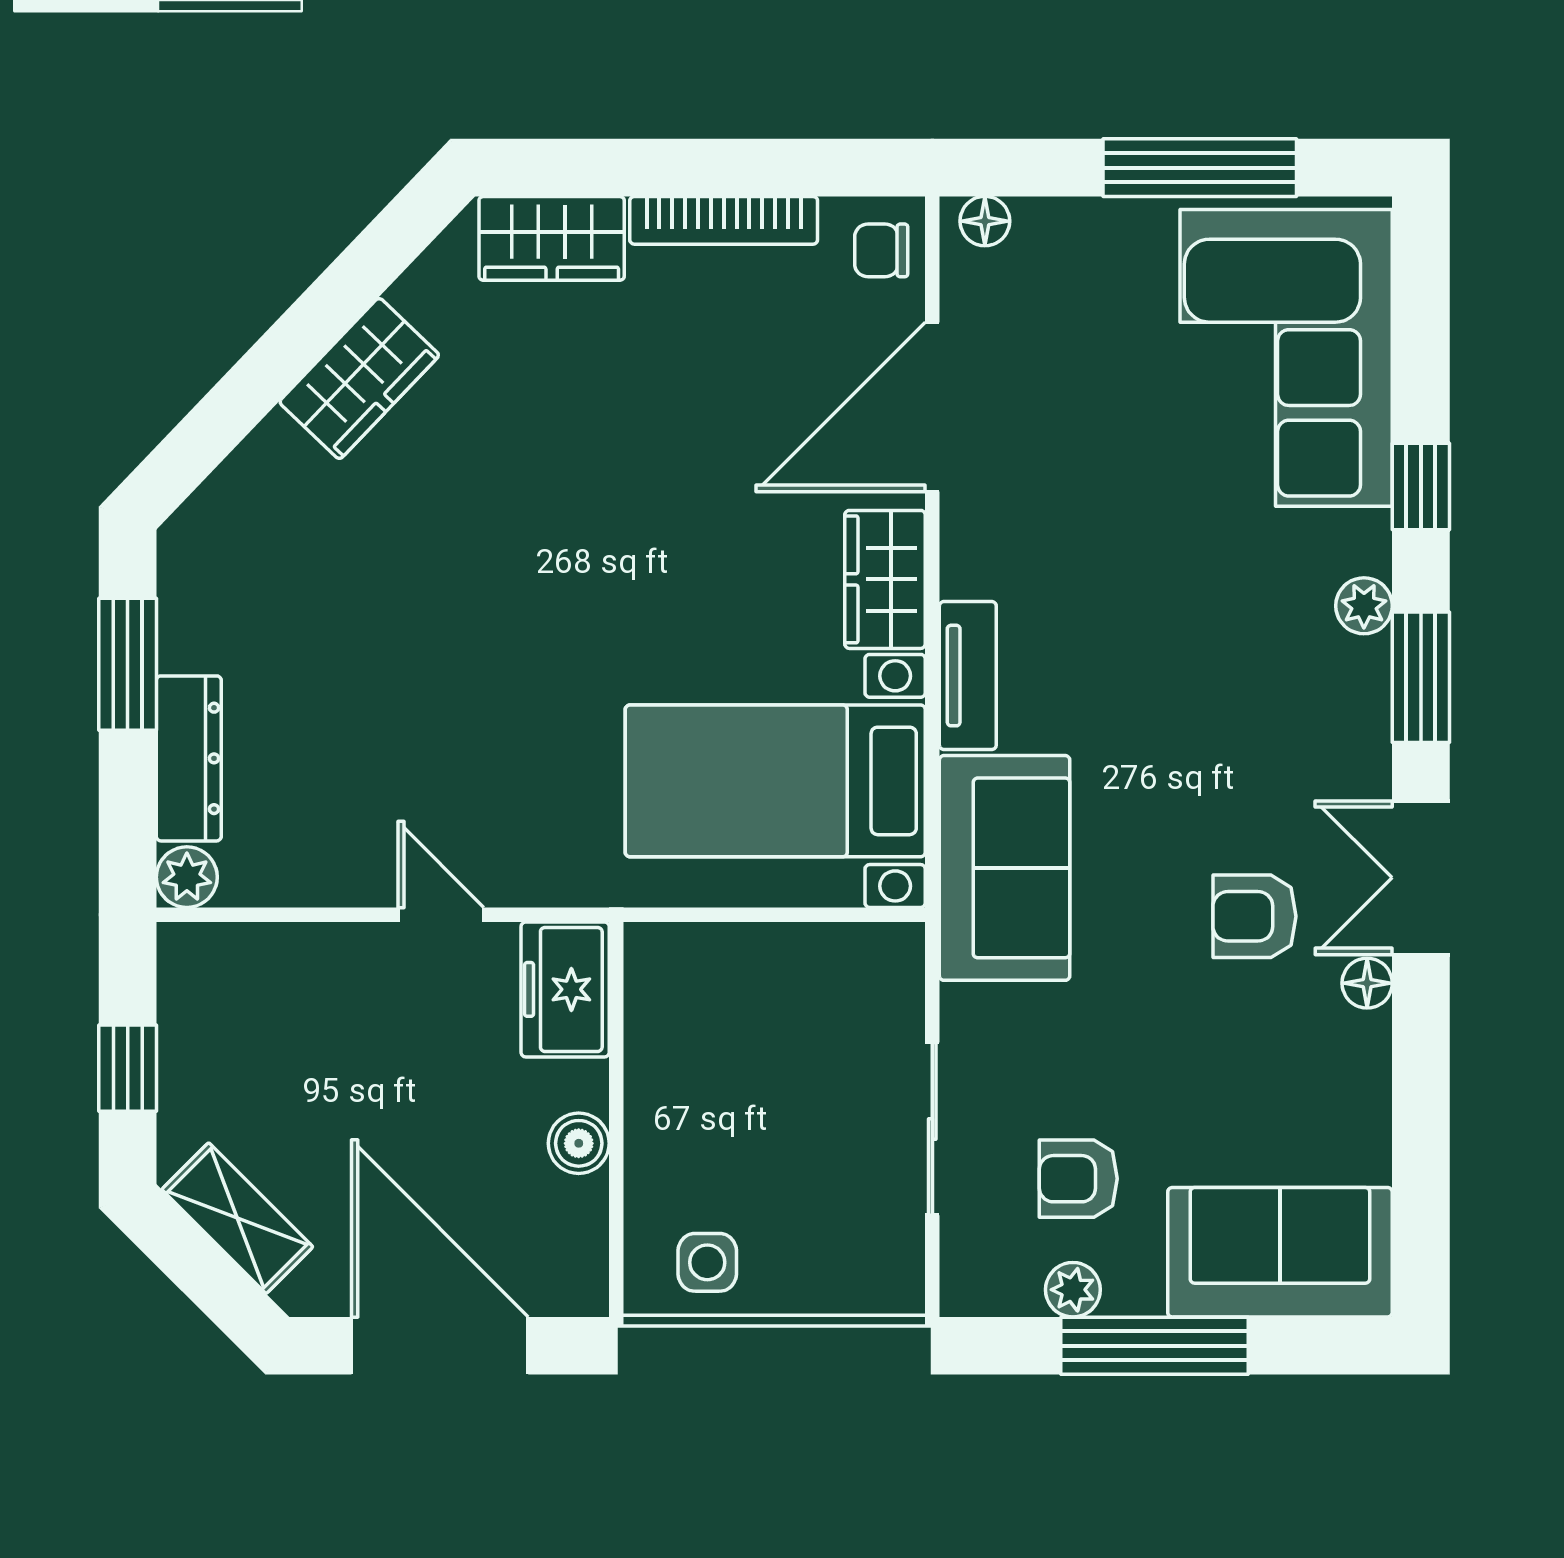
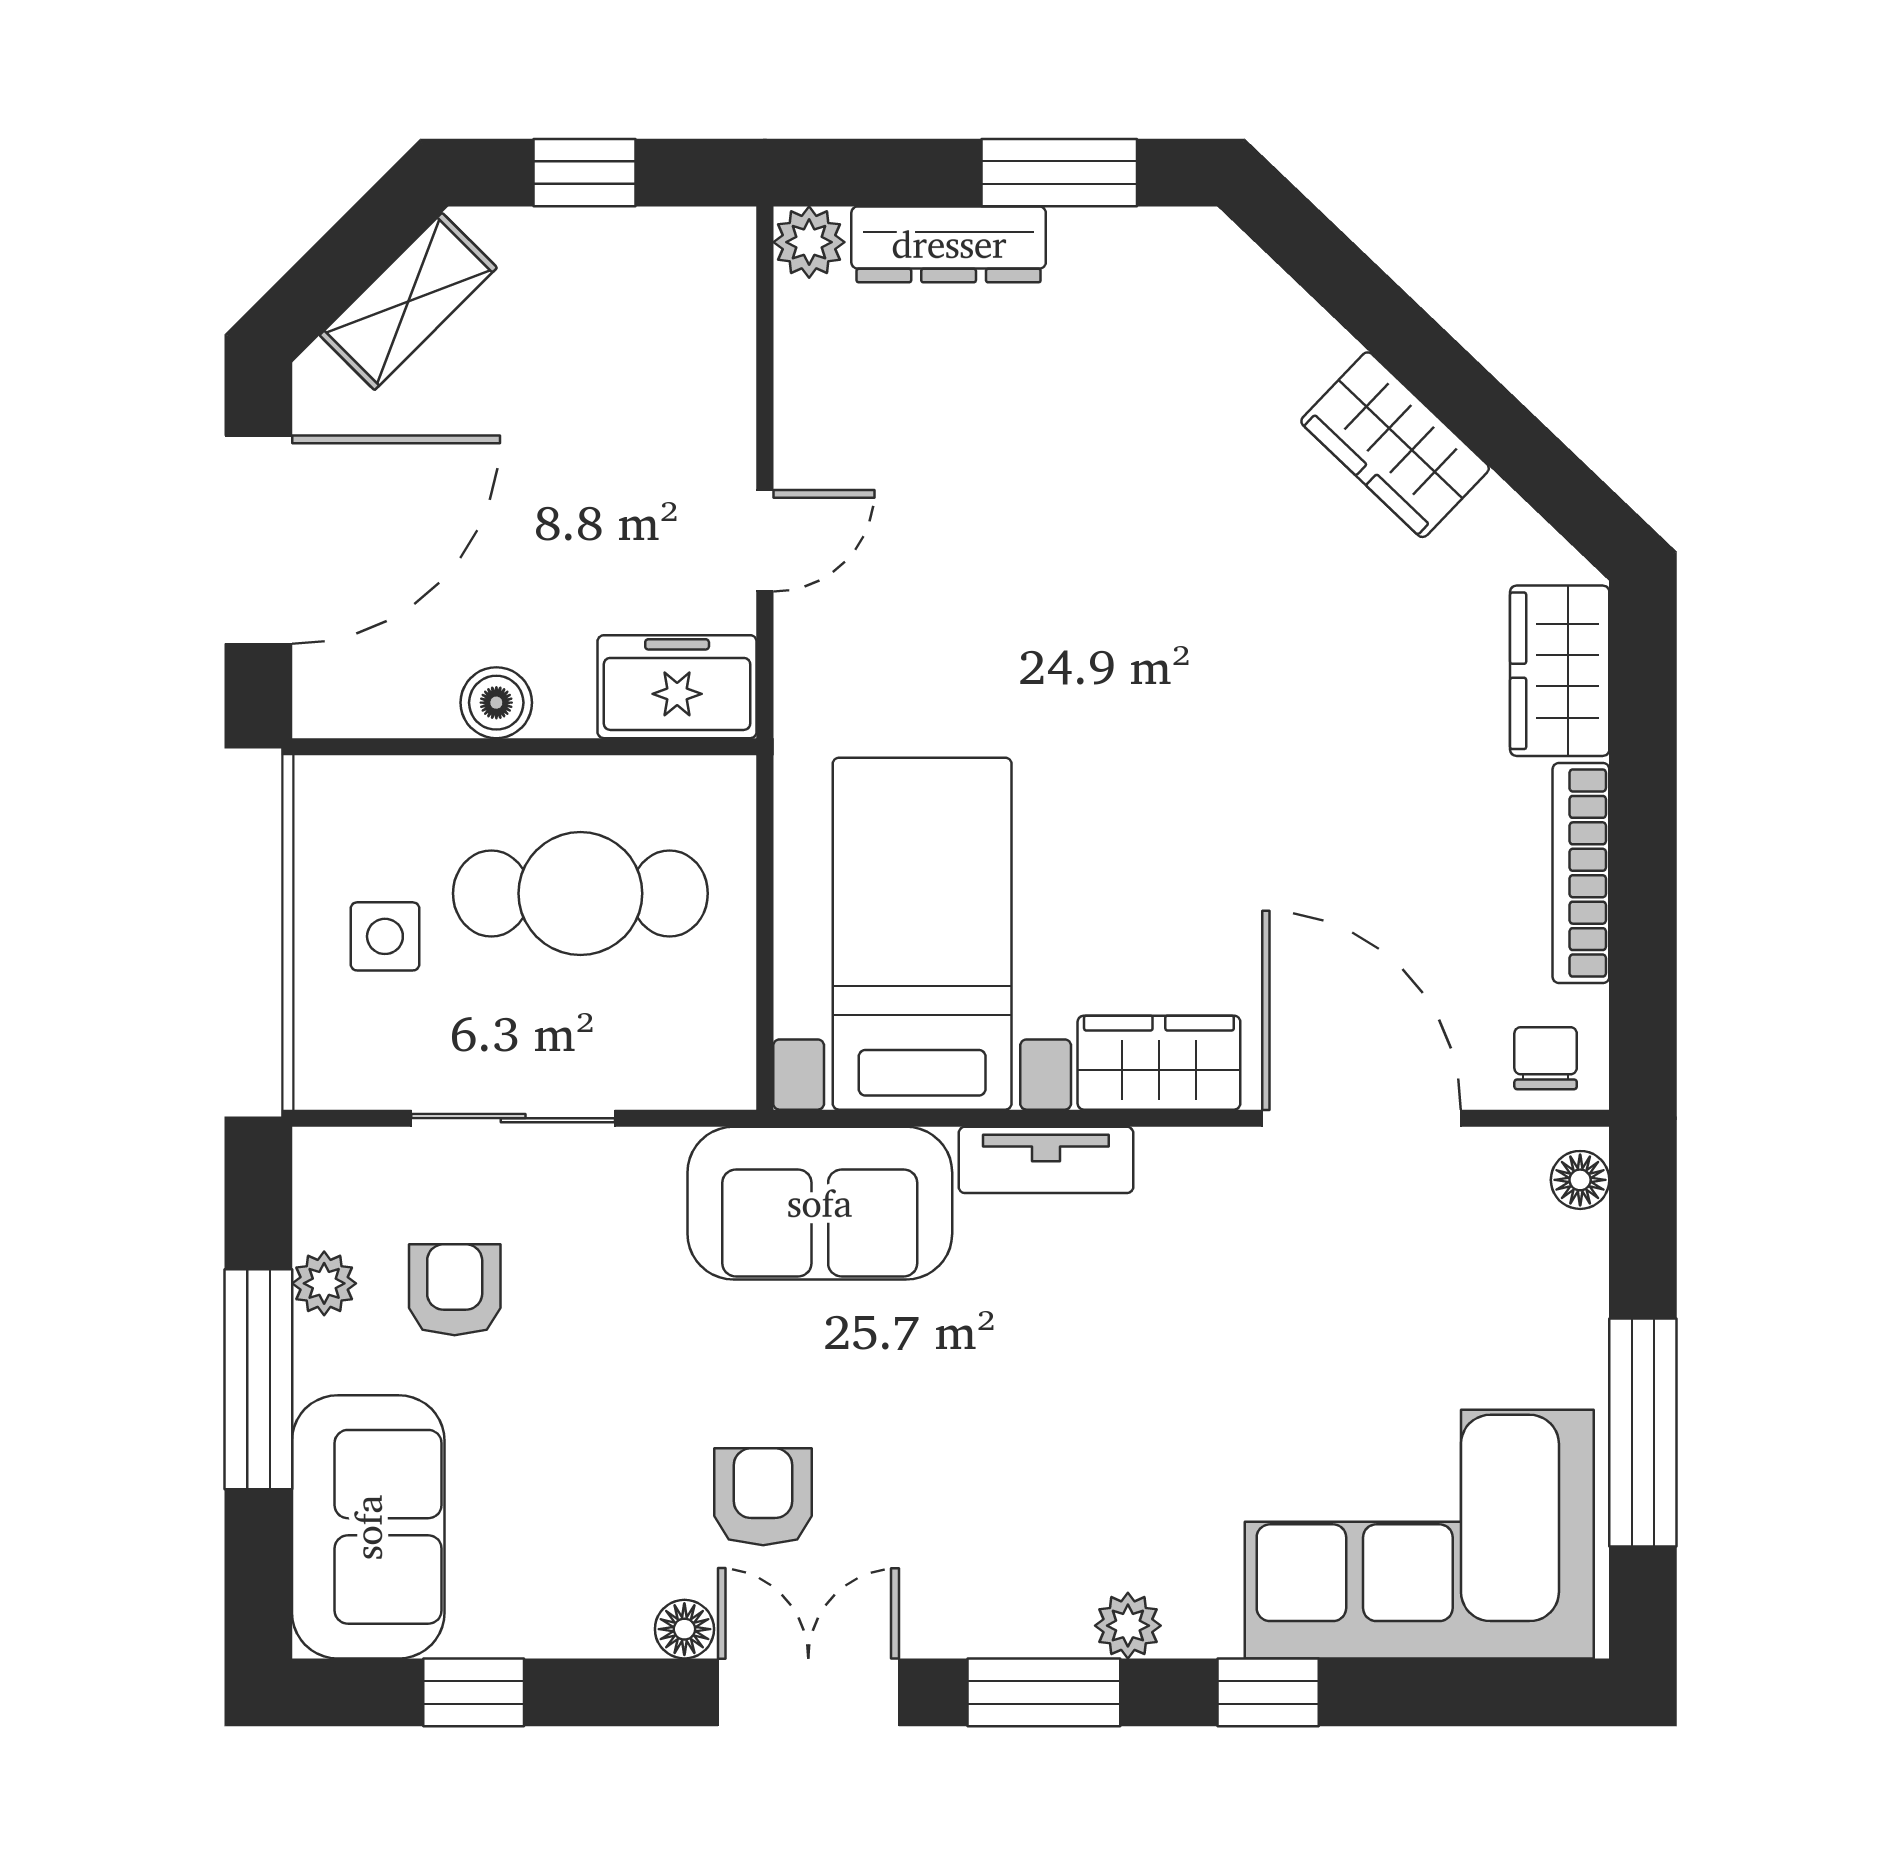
cafe table: (741, 1072) -> (580, 893), added
window: (1421, 1163) -> (474, 1692), added
side table: (707, 1262) -> (385, 936), moved

